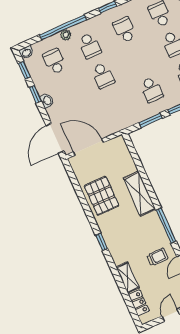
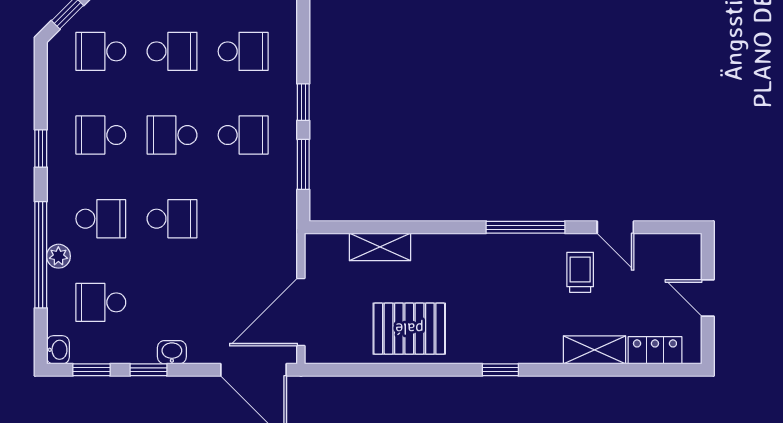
school desk: (138, 60) -> (172, 135), added
shelving: (140, 194) -> (380, 247), moved, width x0.67, depth x0.75

